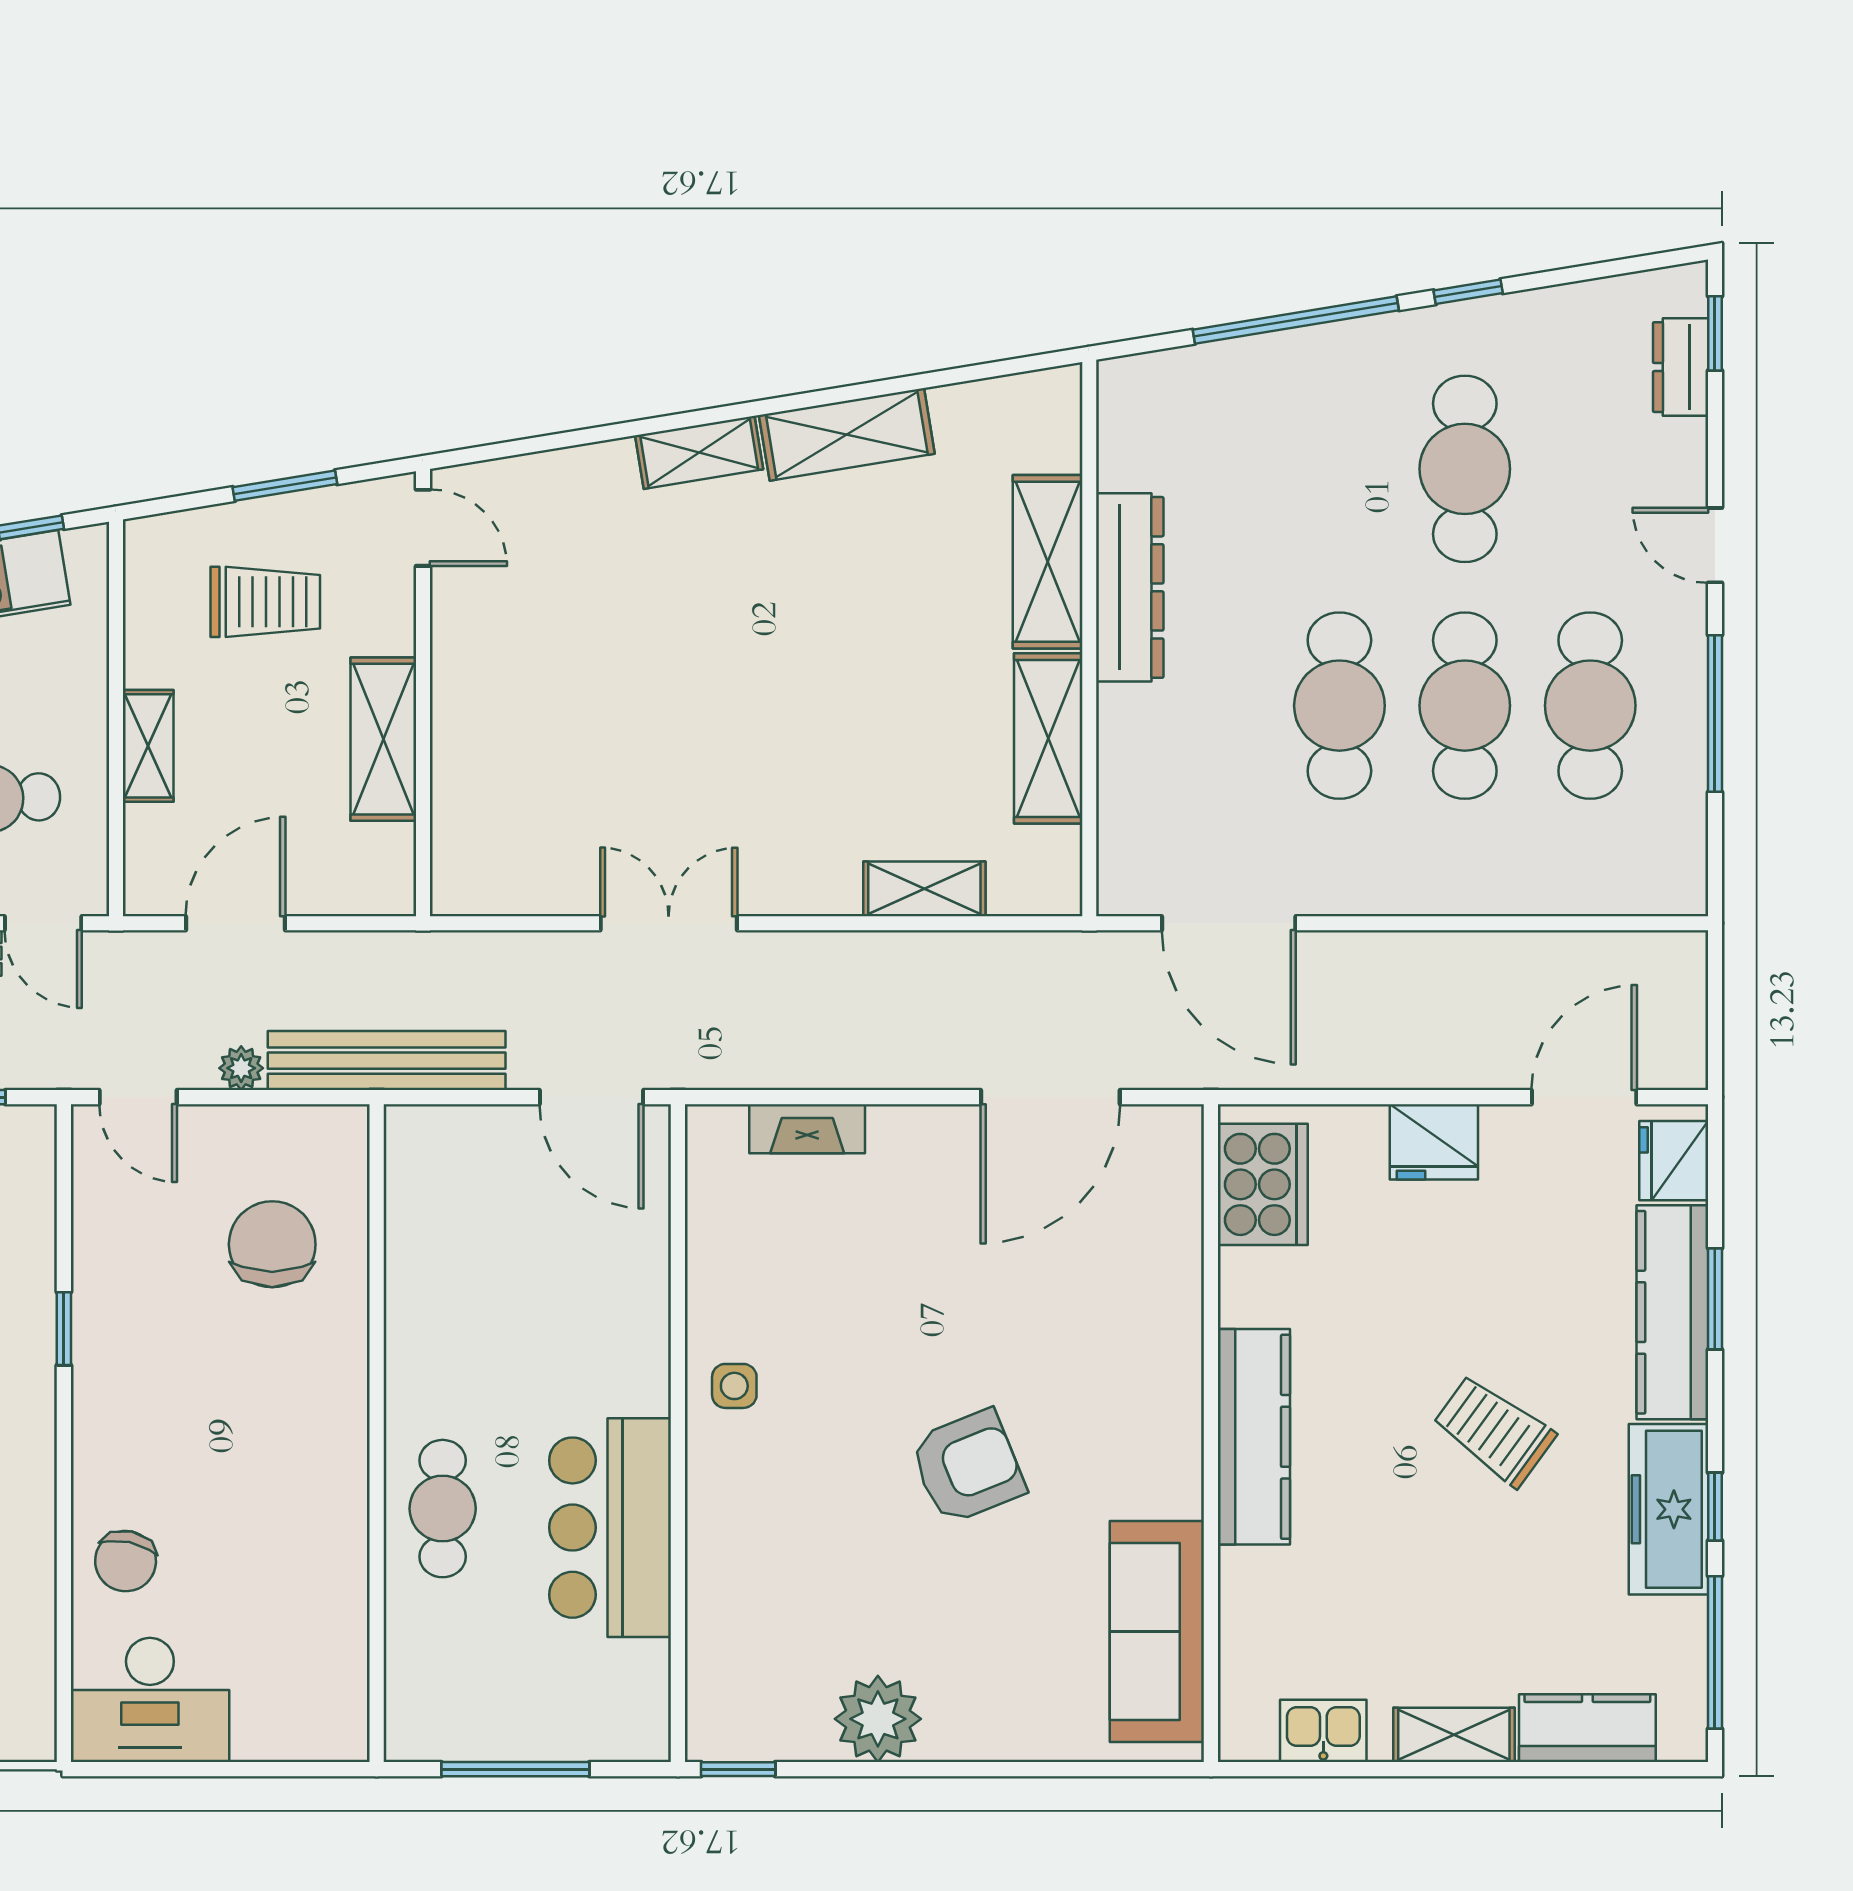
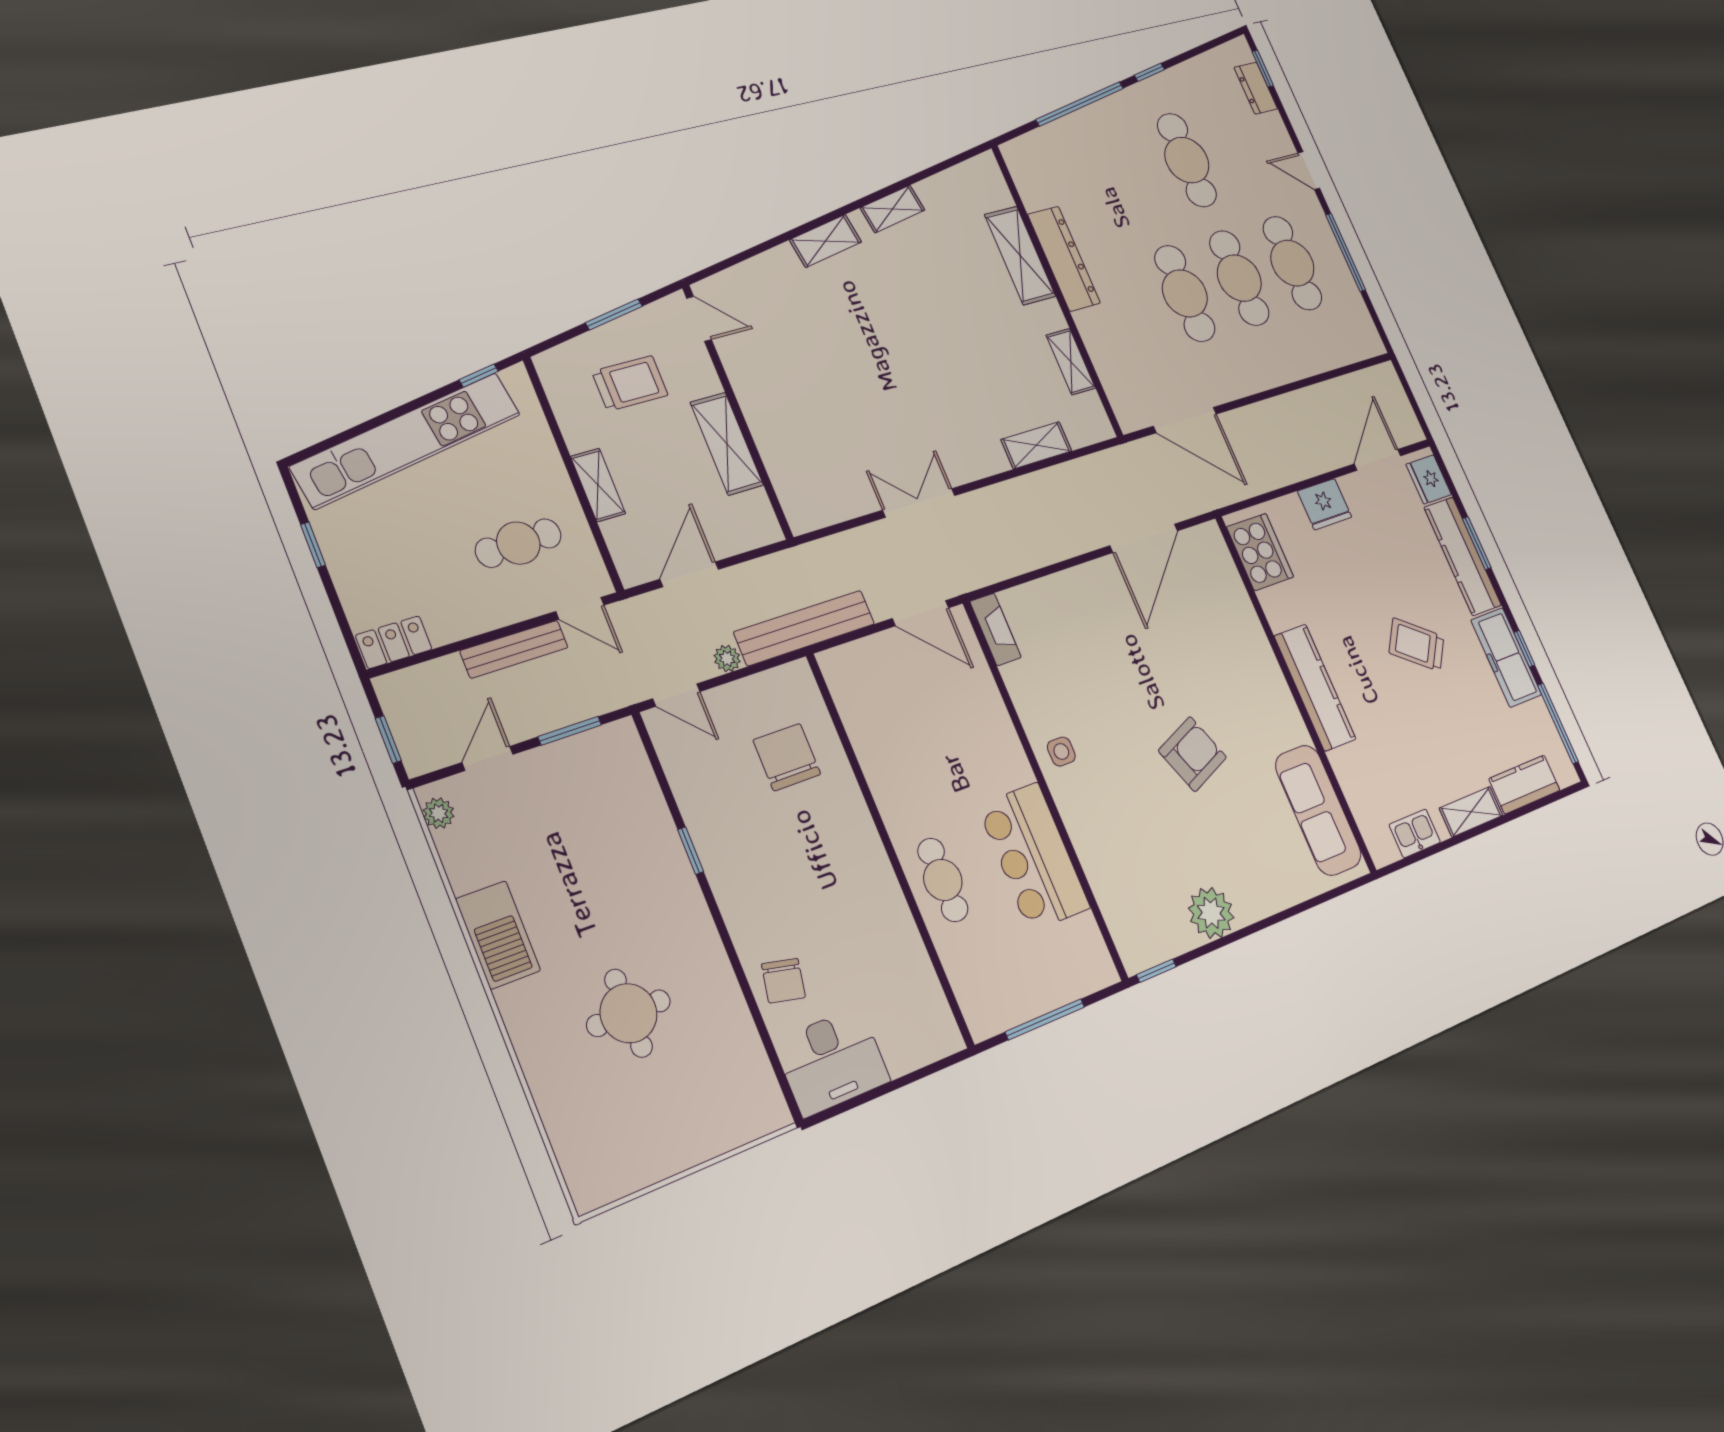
shelving: (847, 434) -> (893, 209), width x0.67, depth x0.75
shelving: (1048, 738) -> (1071, 362), width x0.67, depth x0.75
fireplace: (807, 1129) -> (996, 629), moved, turned -90

